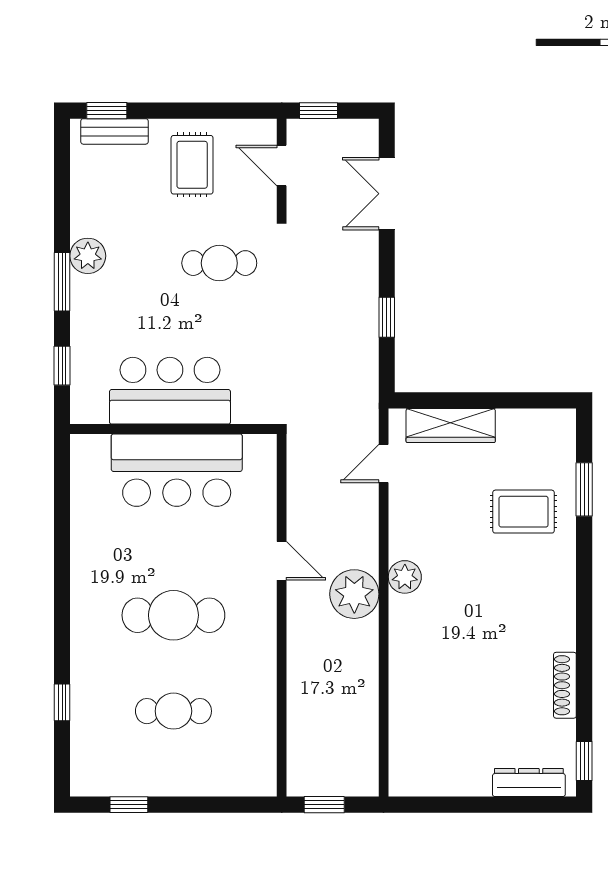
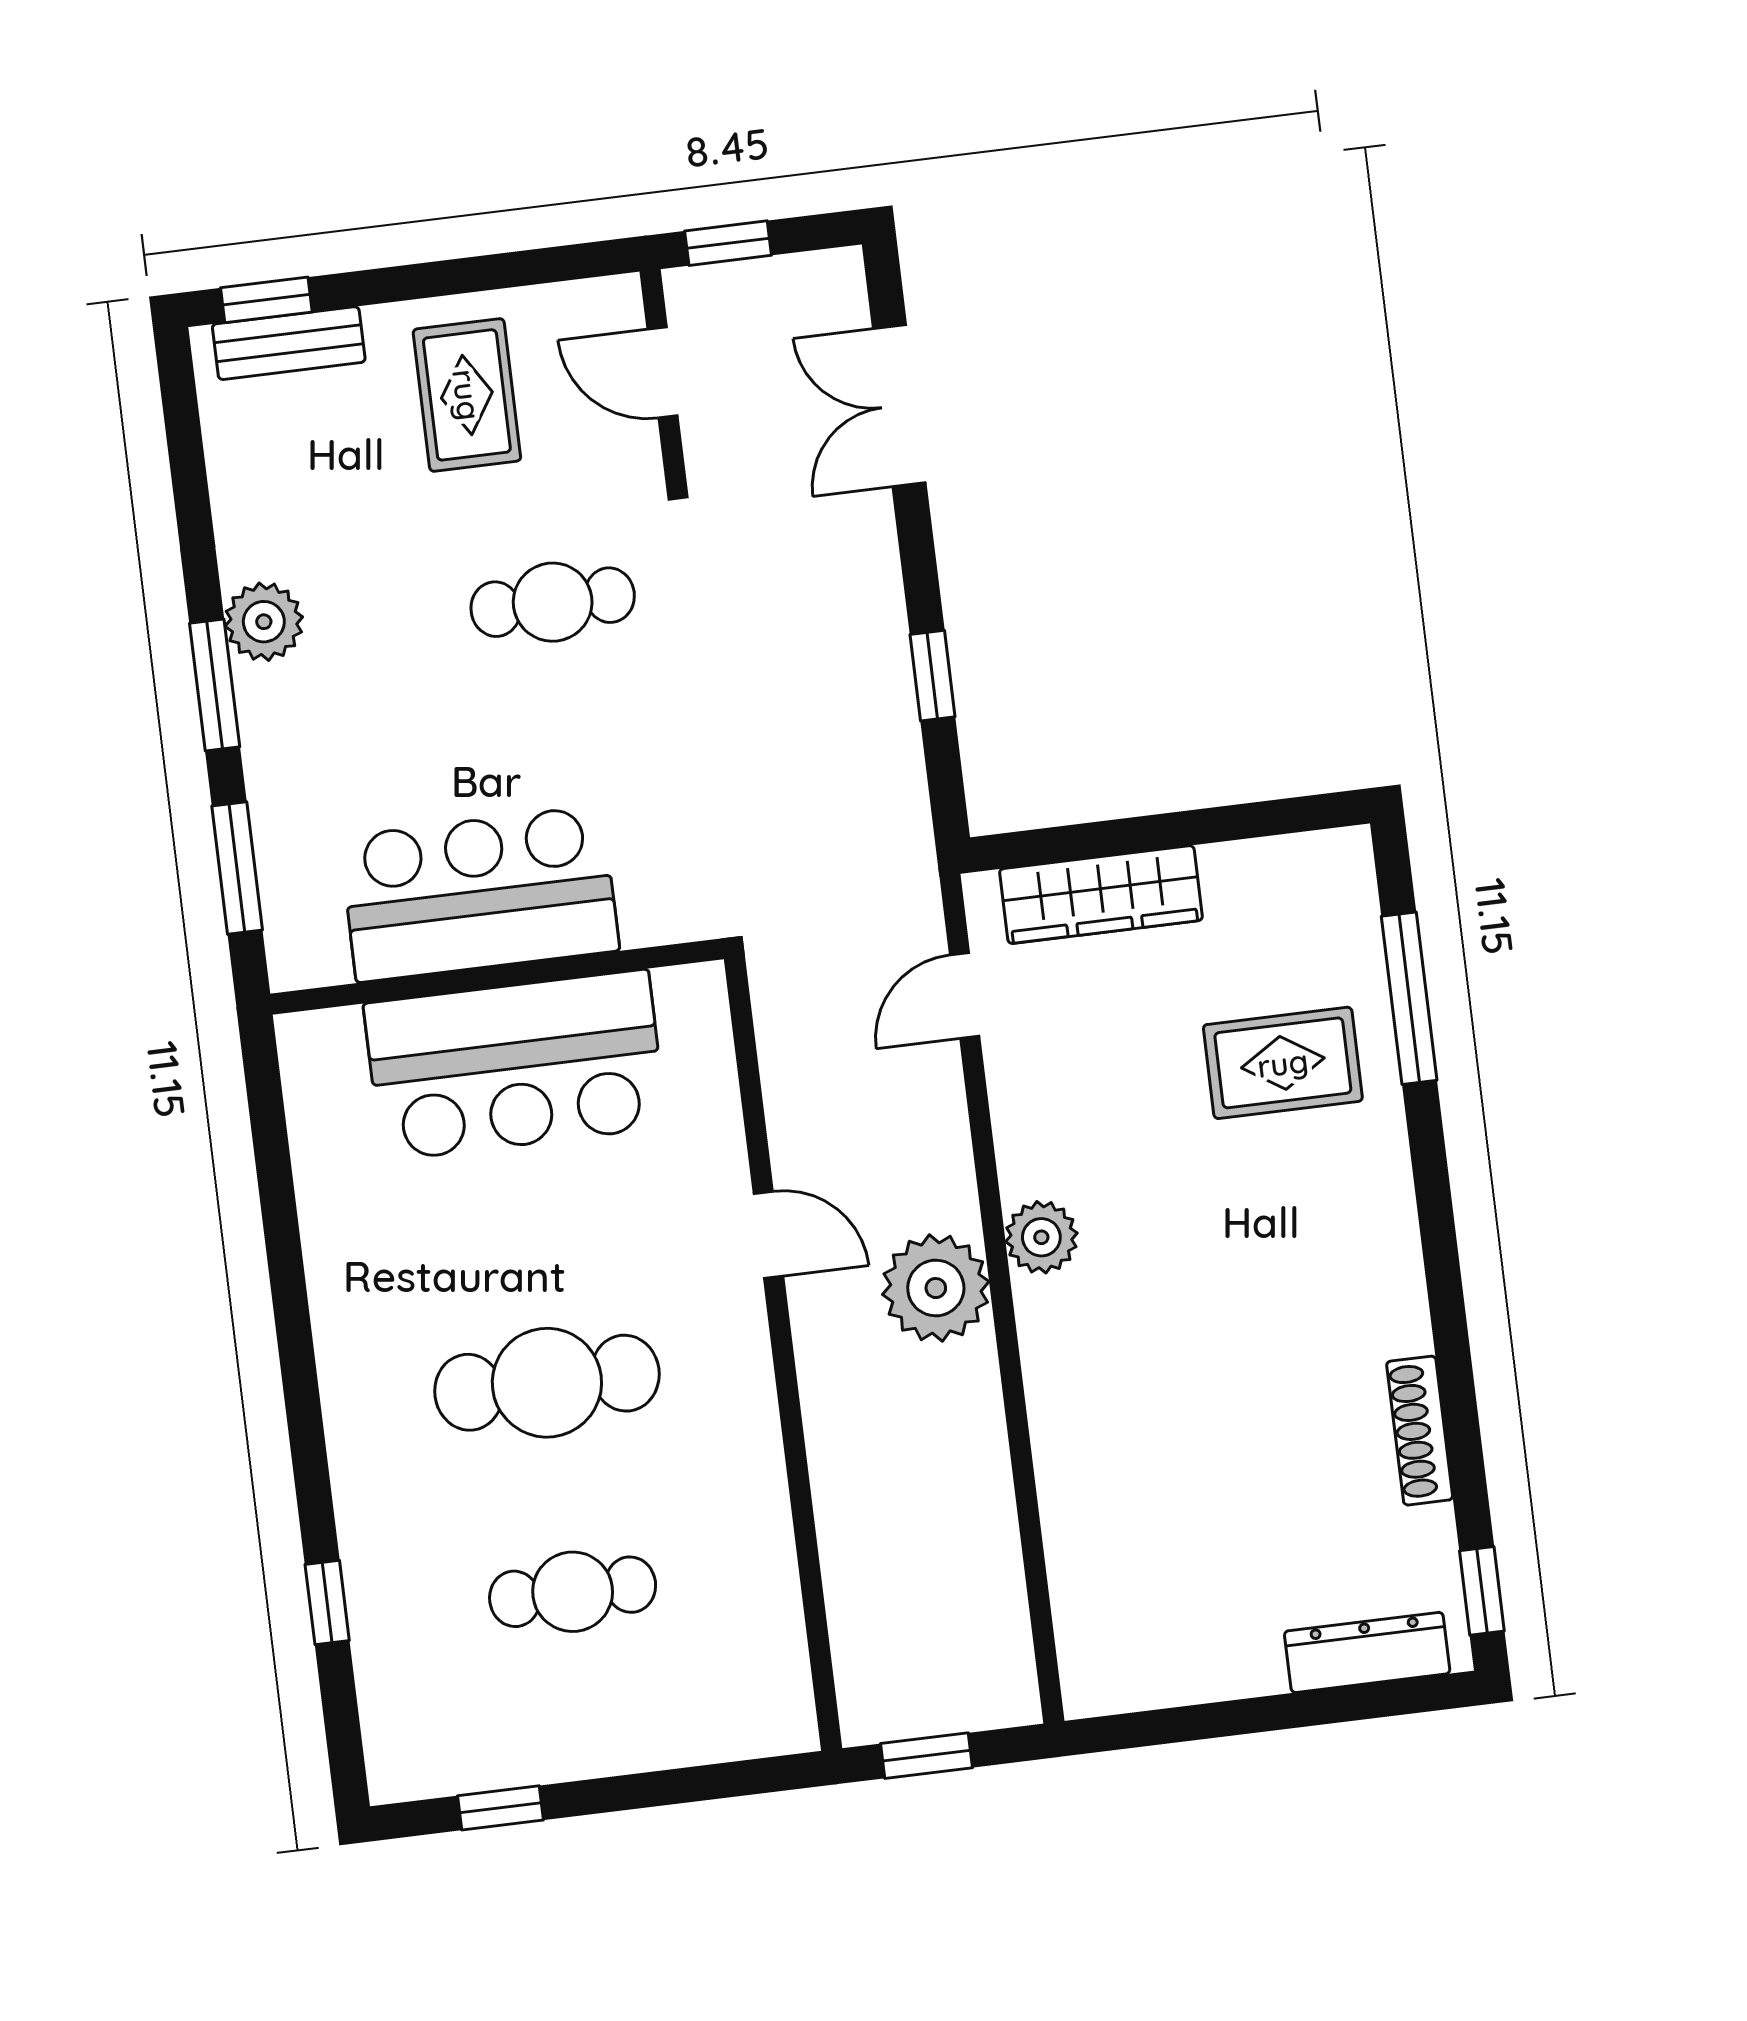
window: (62, 366) -> (237, 868), width x1.50
window: (584, 489) -> (1409, 998), width x1.44

